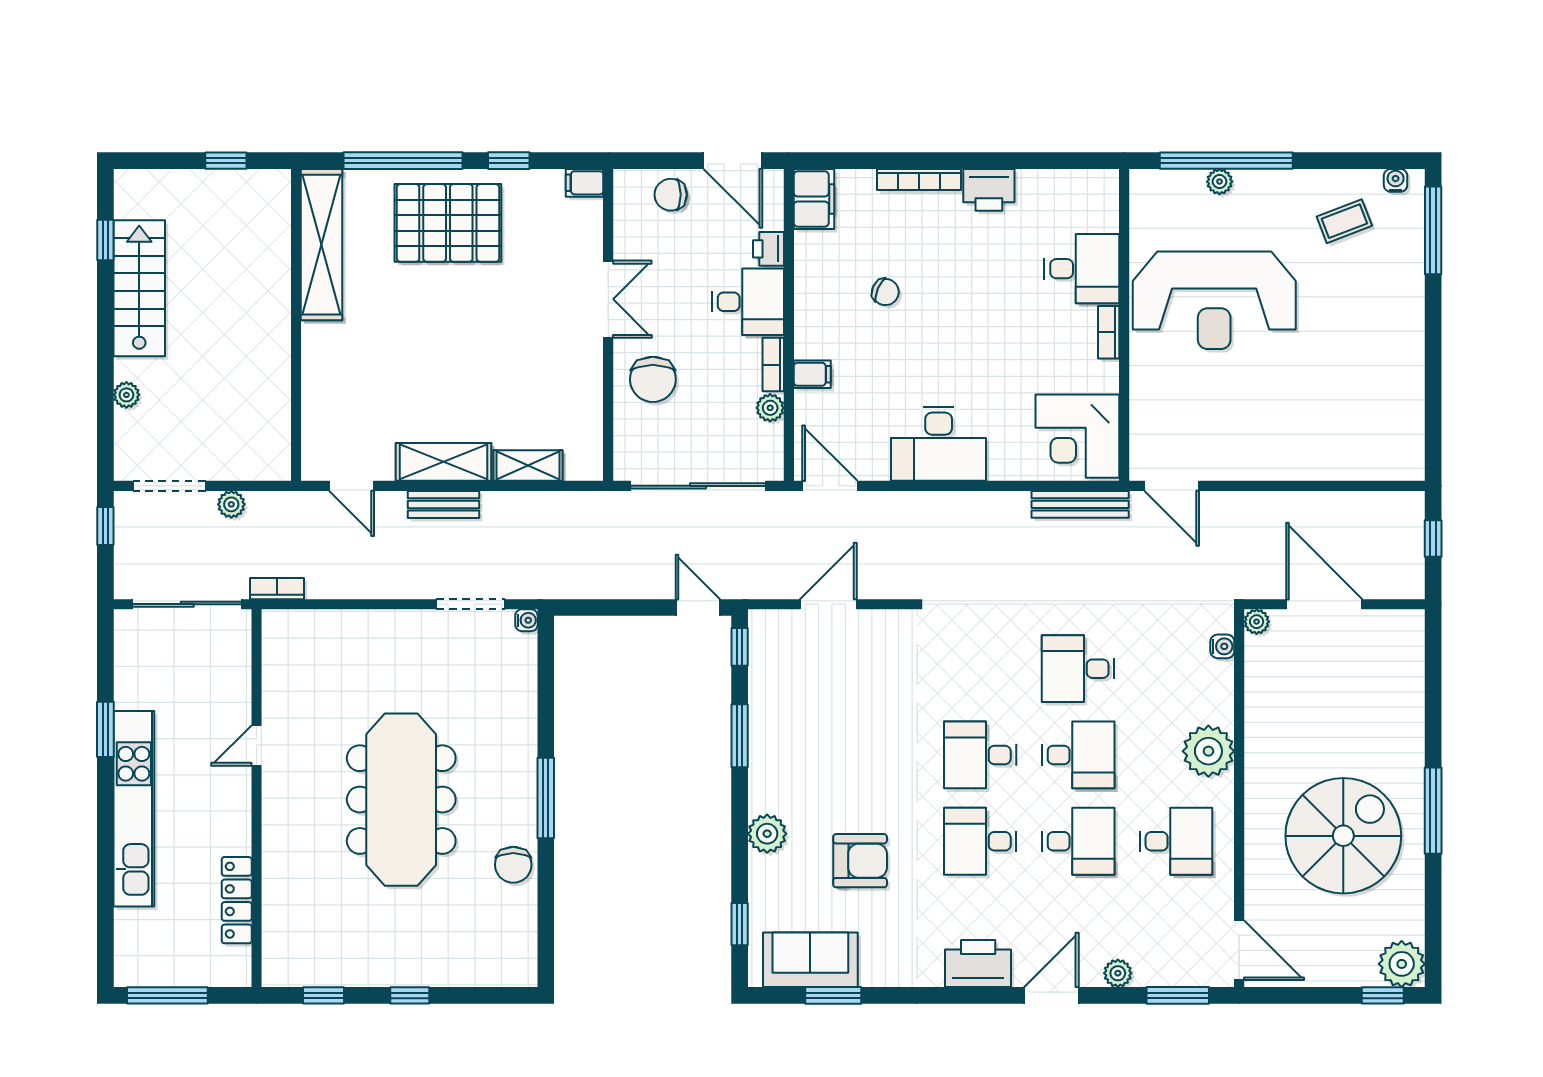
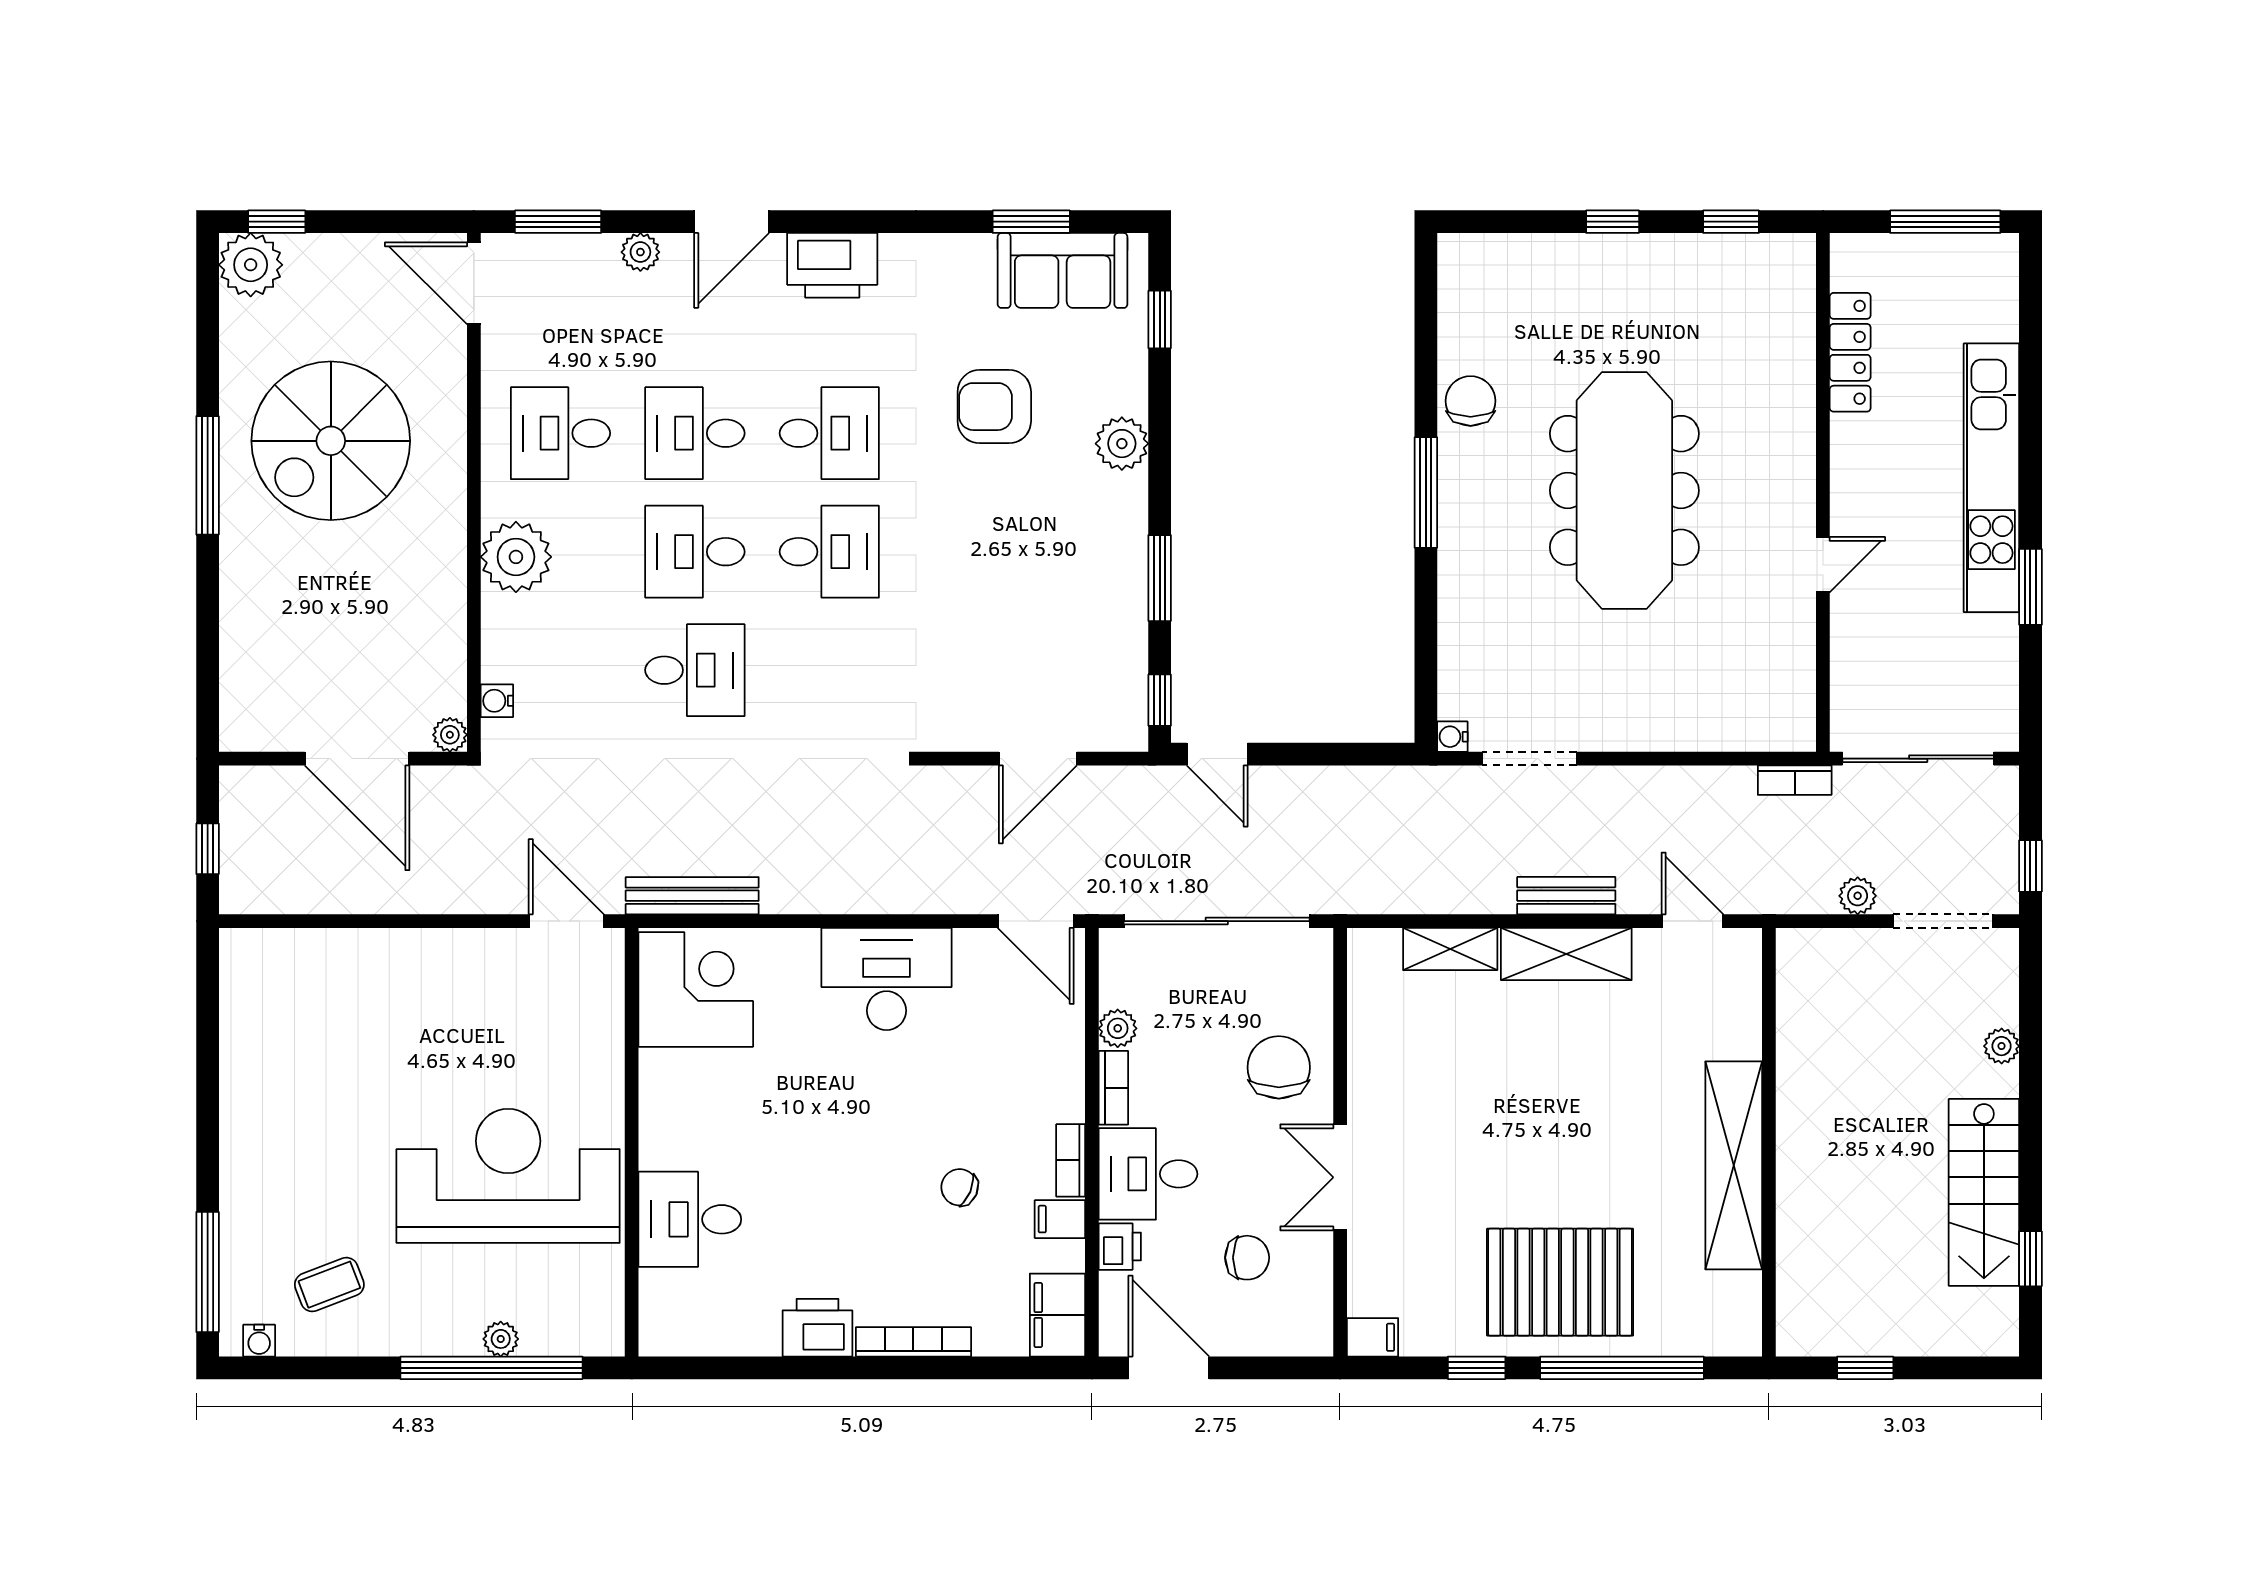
chair: (671, 195) -> (1247, 1258), moved
shelving: (322, 245) -> (1734, 1165), moved
bookcase: (1109, 332) -> (1071, 1160), moved, turned 180
filing cabinet: (812, 374) -> (1060, 1219), moved

